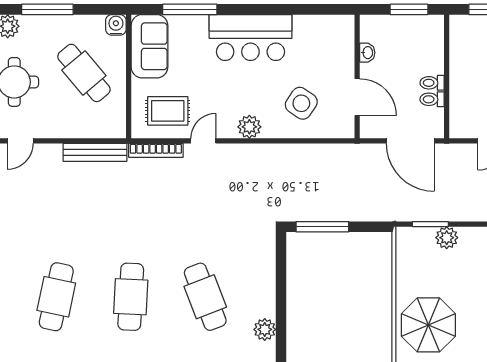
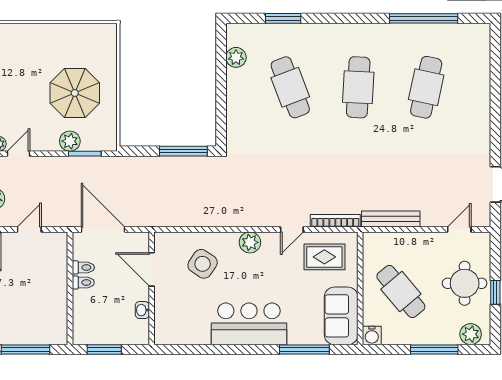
parasol: (428, 325) -> (75, 93), moved

